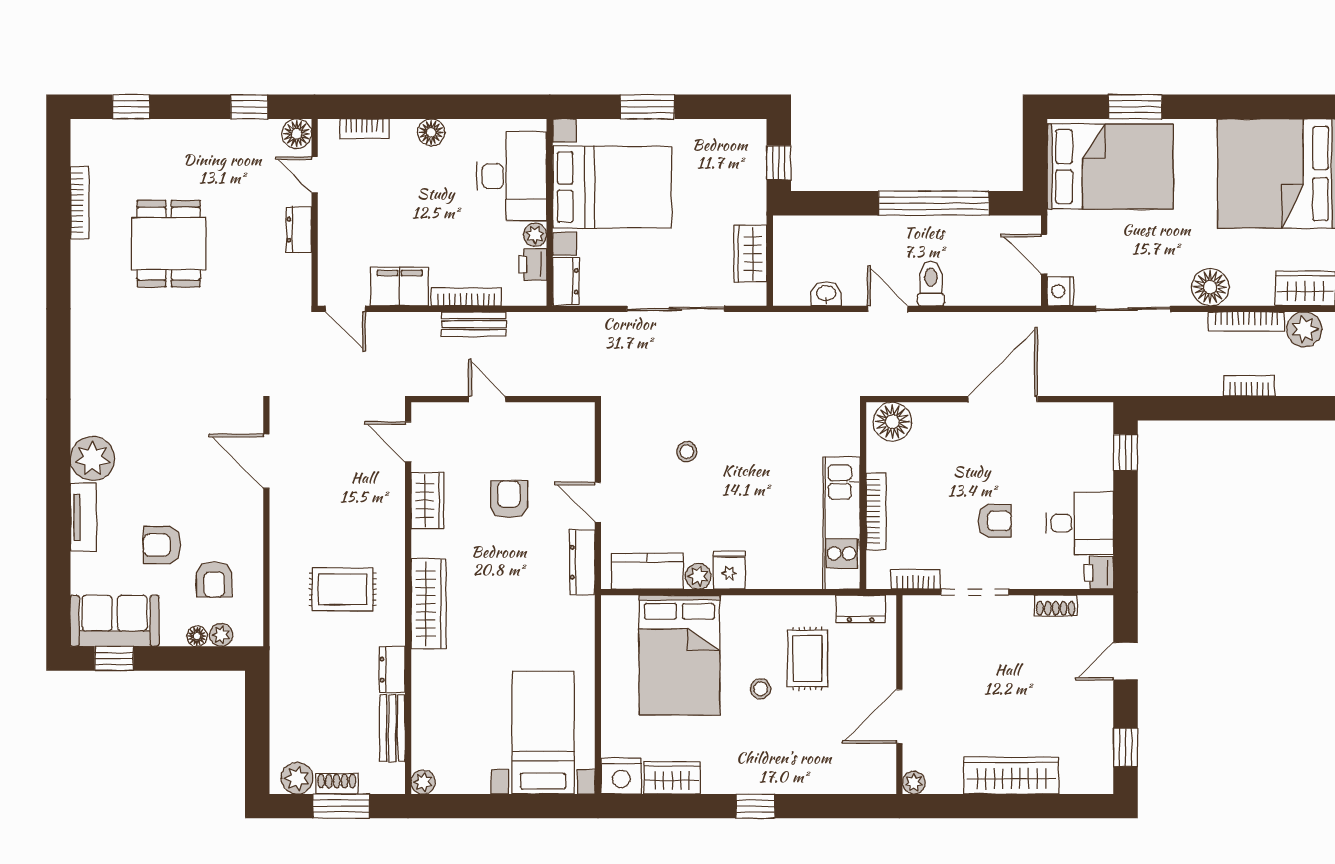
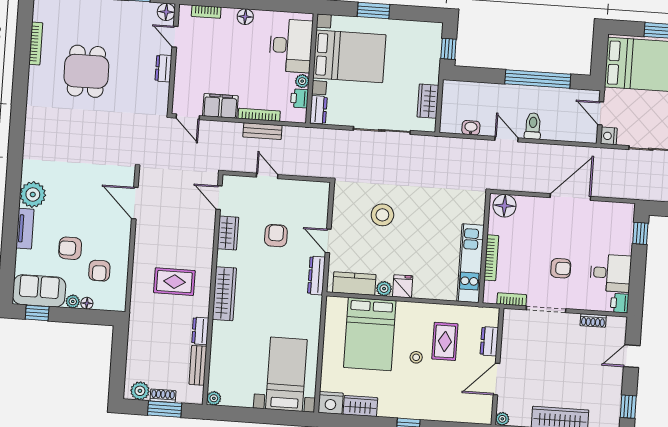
stool: (687, 452) -> (382, 215), width x1.89, depth x1.89
dresser: (861, 609) -> (489, 341), moved, turned 90
plant: (221, 635) -> (73, 301), moved

